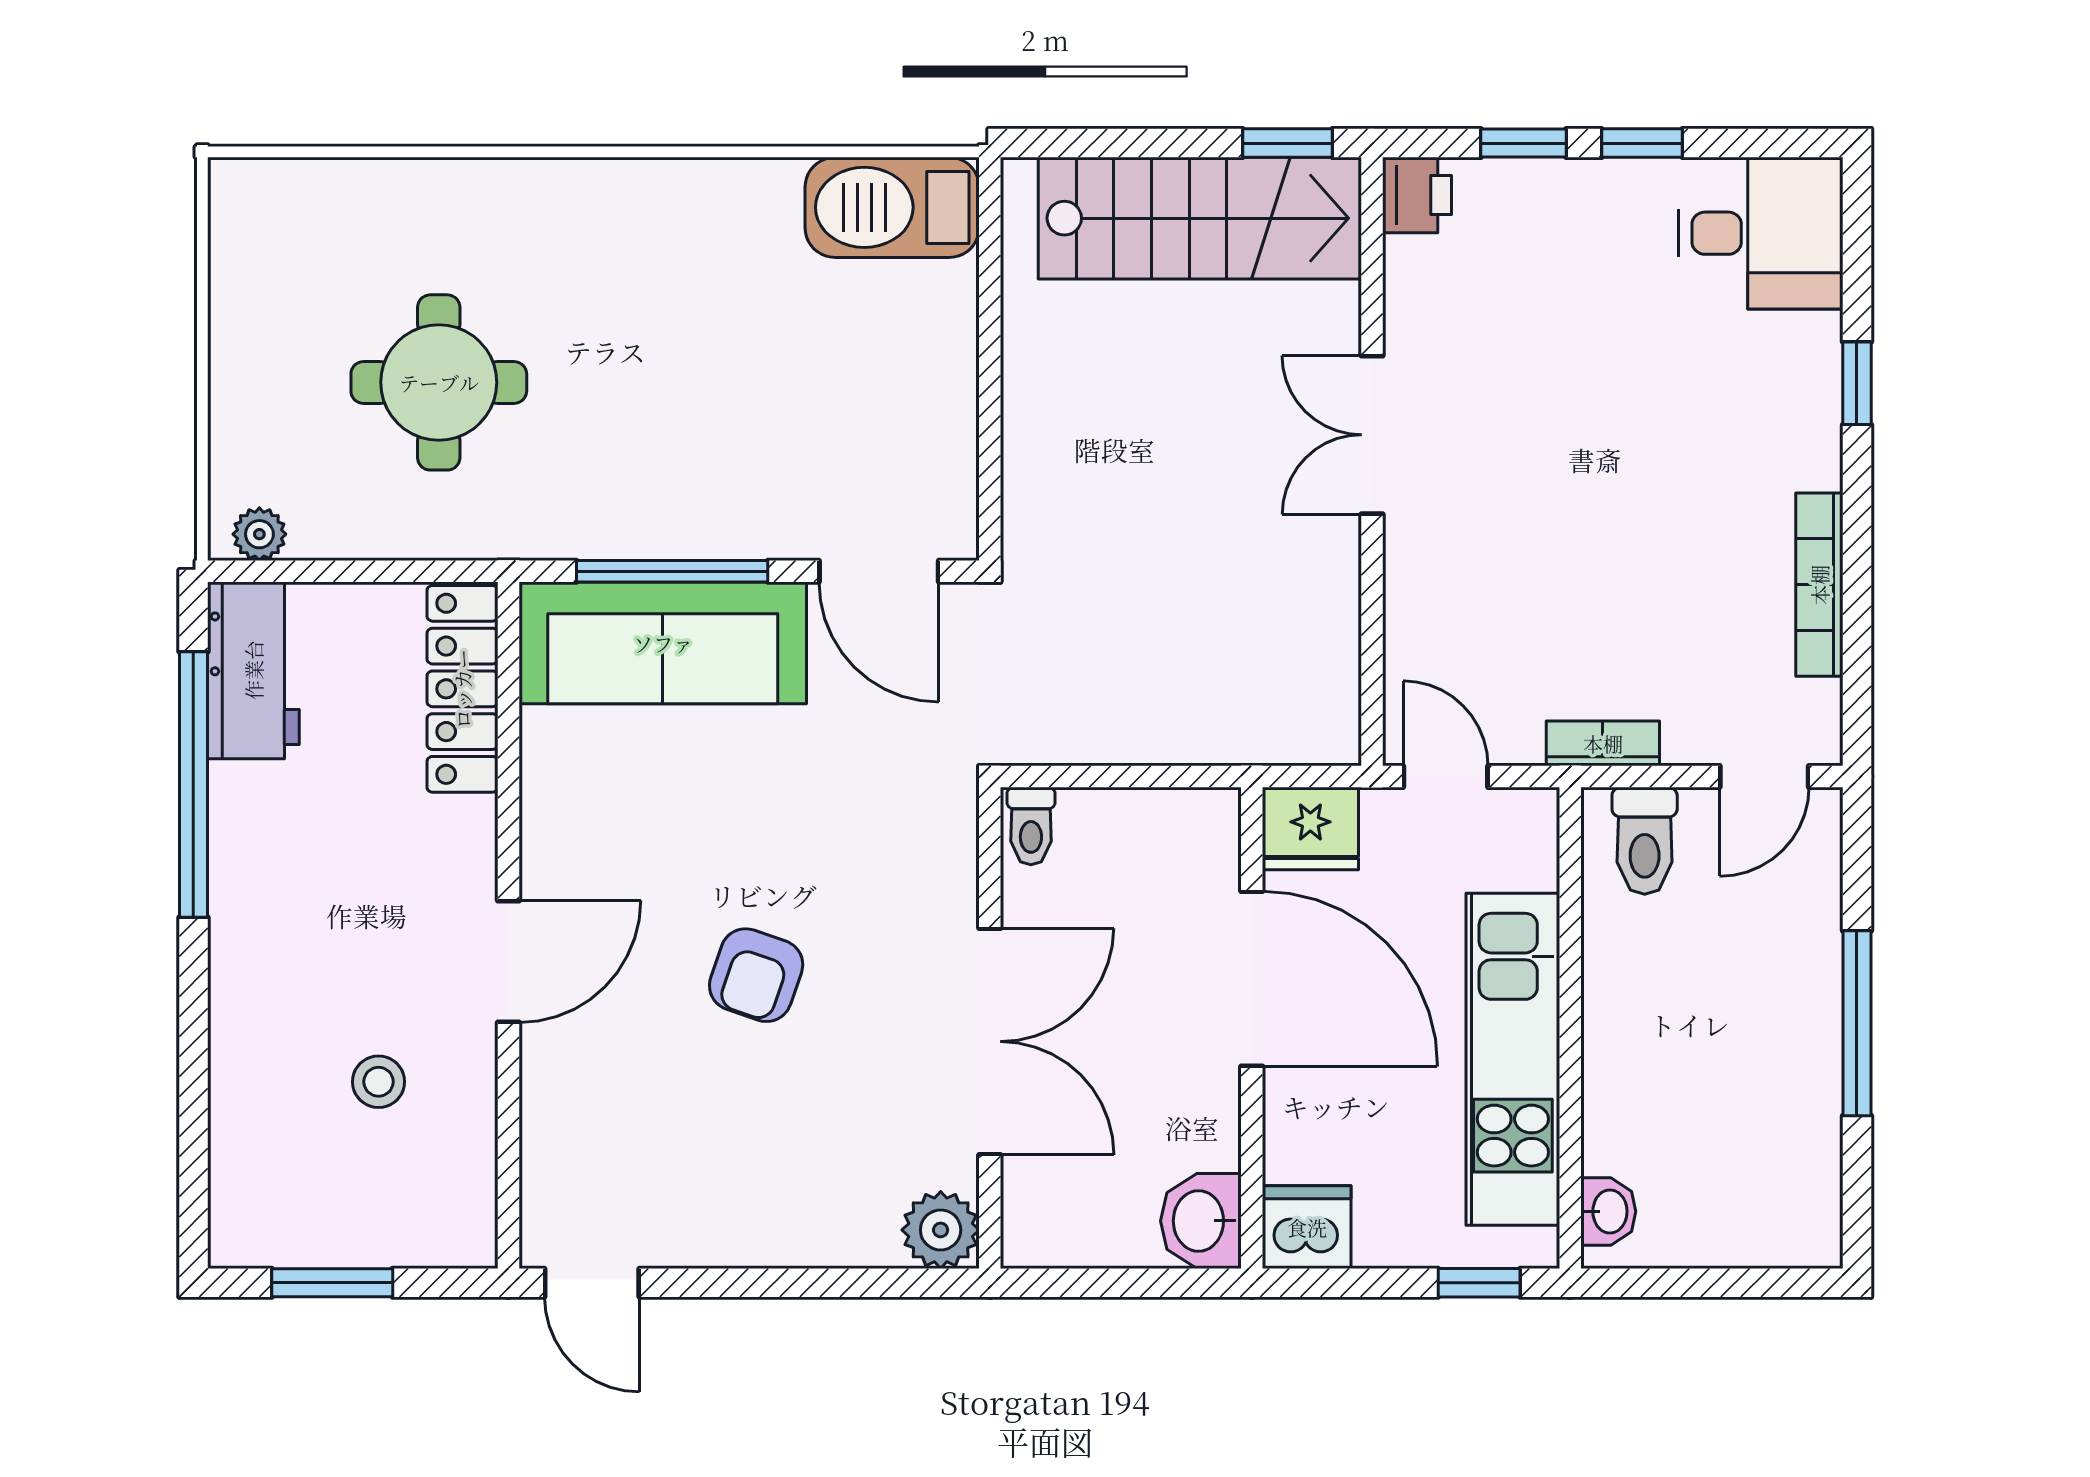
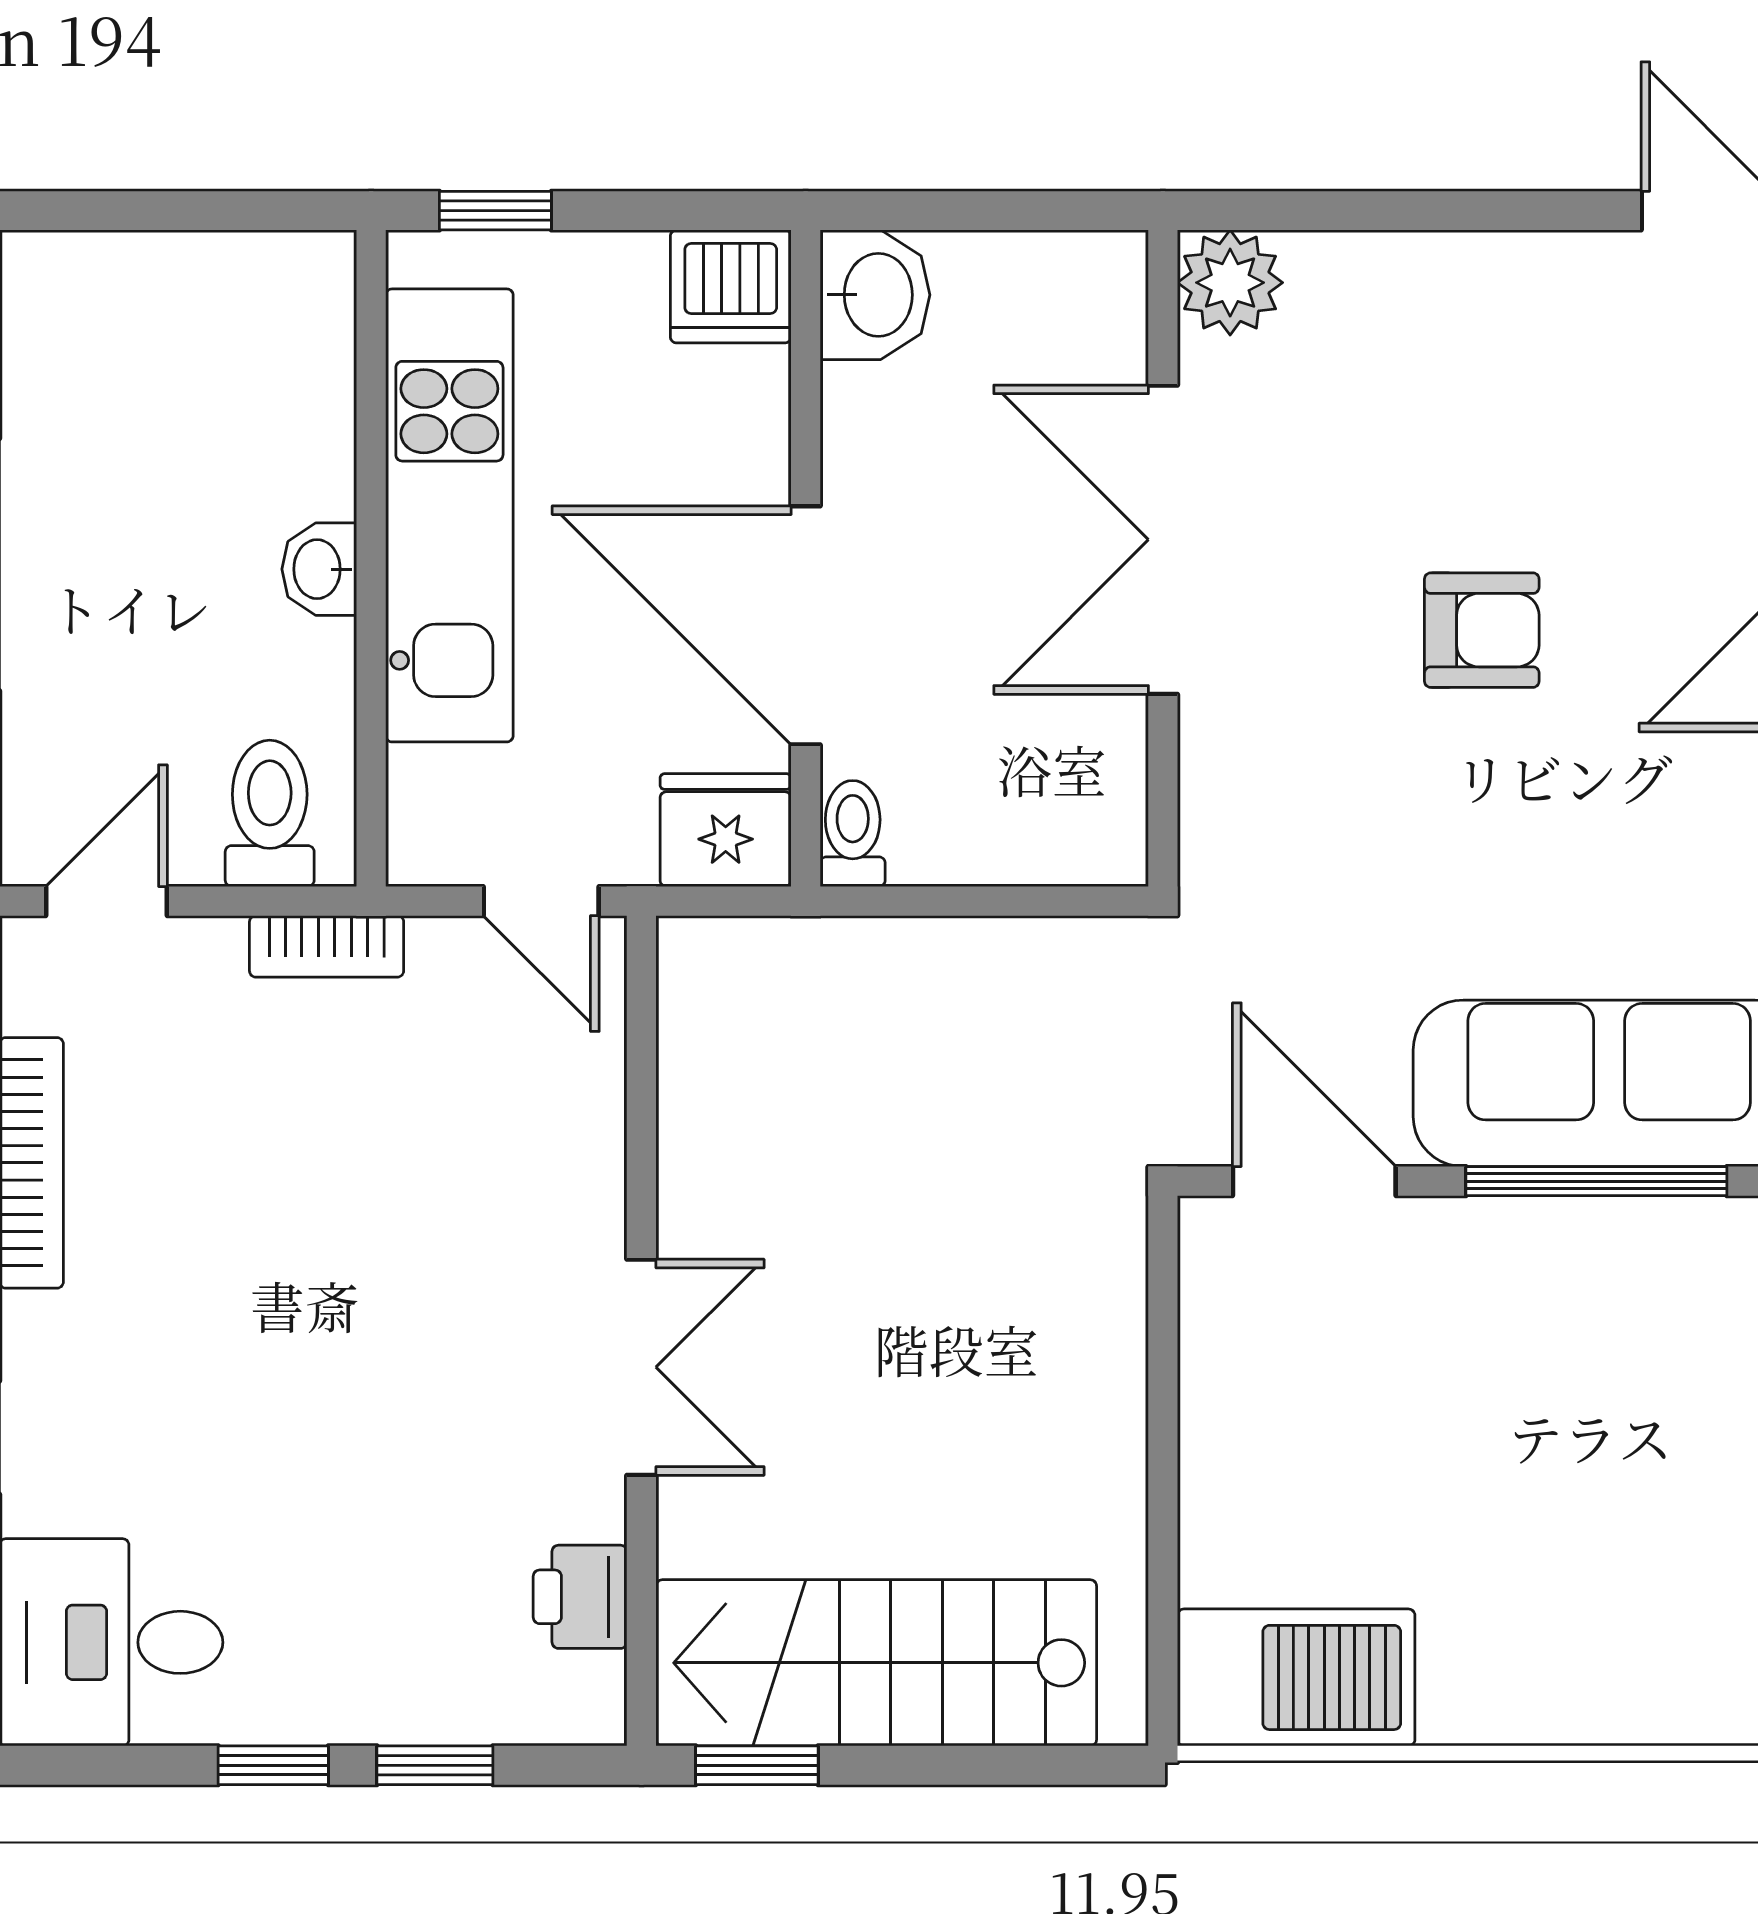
printer: (1417, 195) -> (580, 1597), moved
toilet: (1031, 826) -> (853, 834), moved
armchair: (756, 975) -> (1482, 630), turned 71
washbasin: (1608, 1211) -> (319, 569), moved

